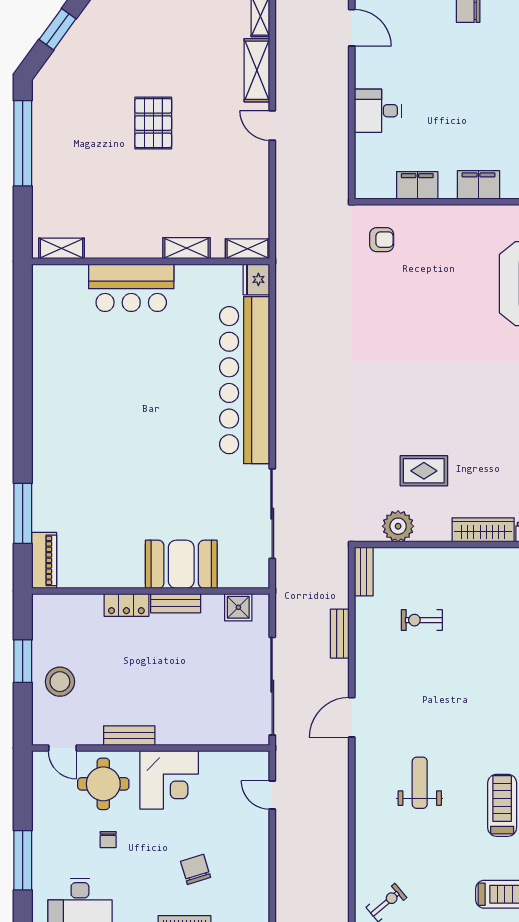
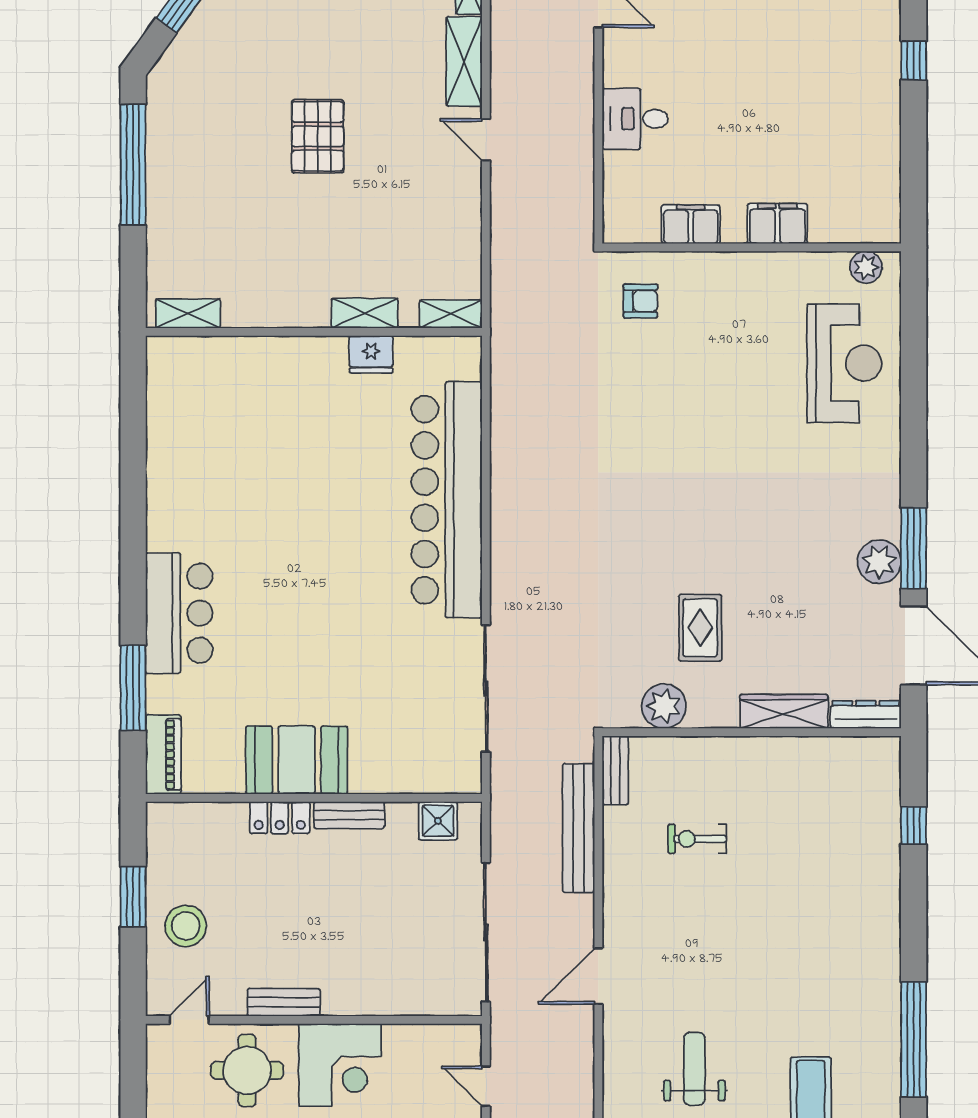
fridge: (256, 279) -> (371, 354), moved, turned -90
bar counter: (131, 288) -> (179, 613), moved, turned -90
rug: (424, 471) -> (700, 628), turned 90
booth: (181, 564) -> (297, 760), moved
bench: (340, 634) -> (579, 828), width x1.86, depth x1.21
door: (62, 748) -> (189, 1020), swing flipped

